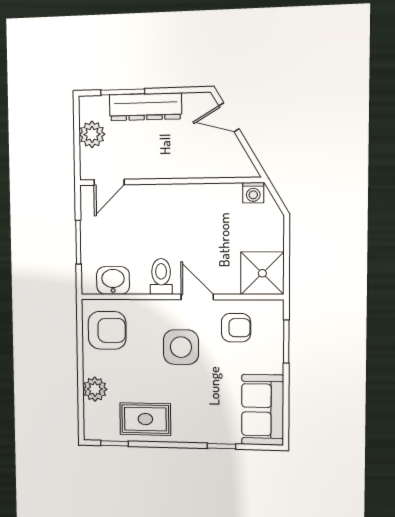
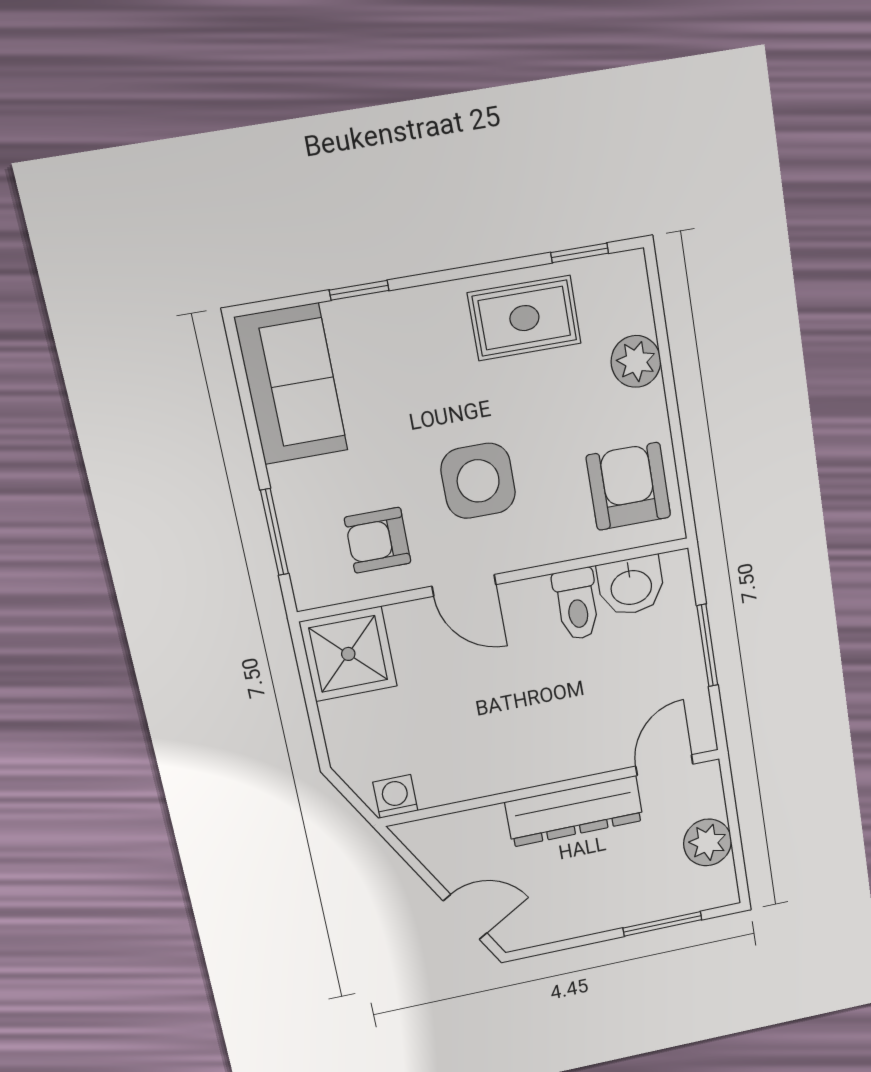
dresser: (145, 107) -> (574, 811), moved, turned 180
toilet: (161, 276) -> (577, 604), moved
armchair: (107, 330) -> (628, 486), turned 90

